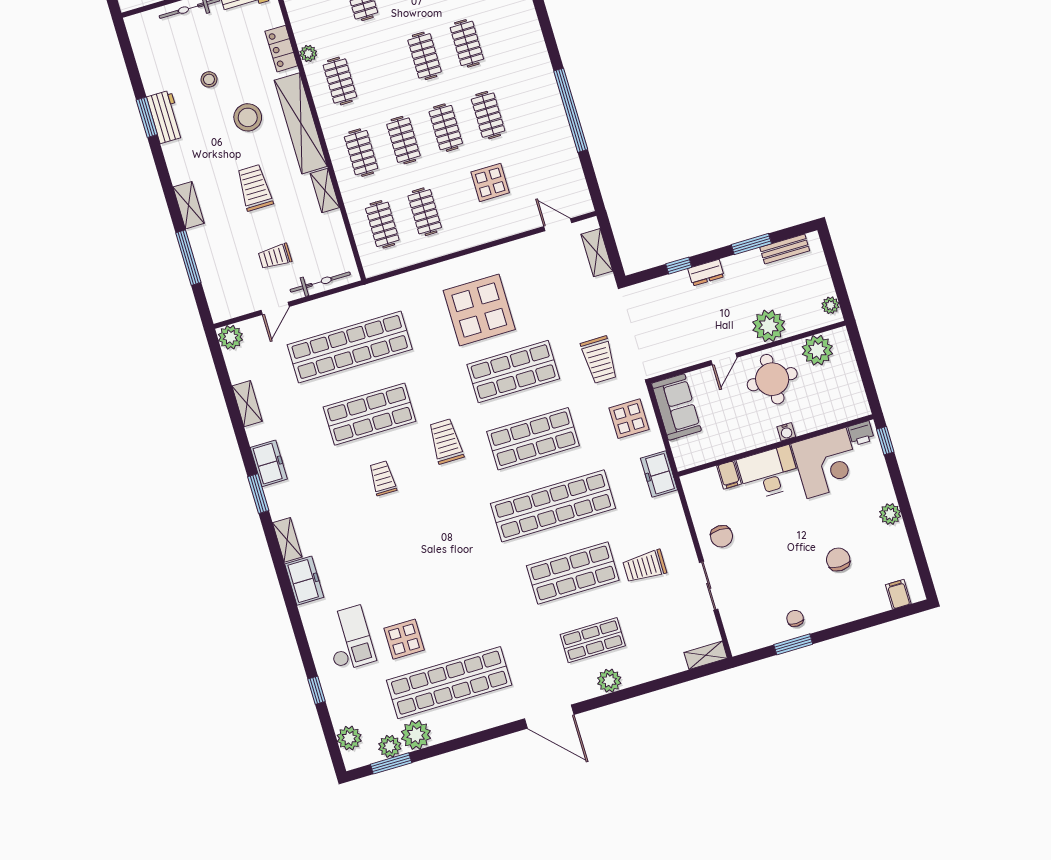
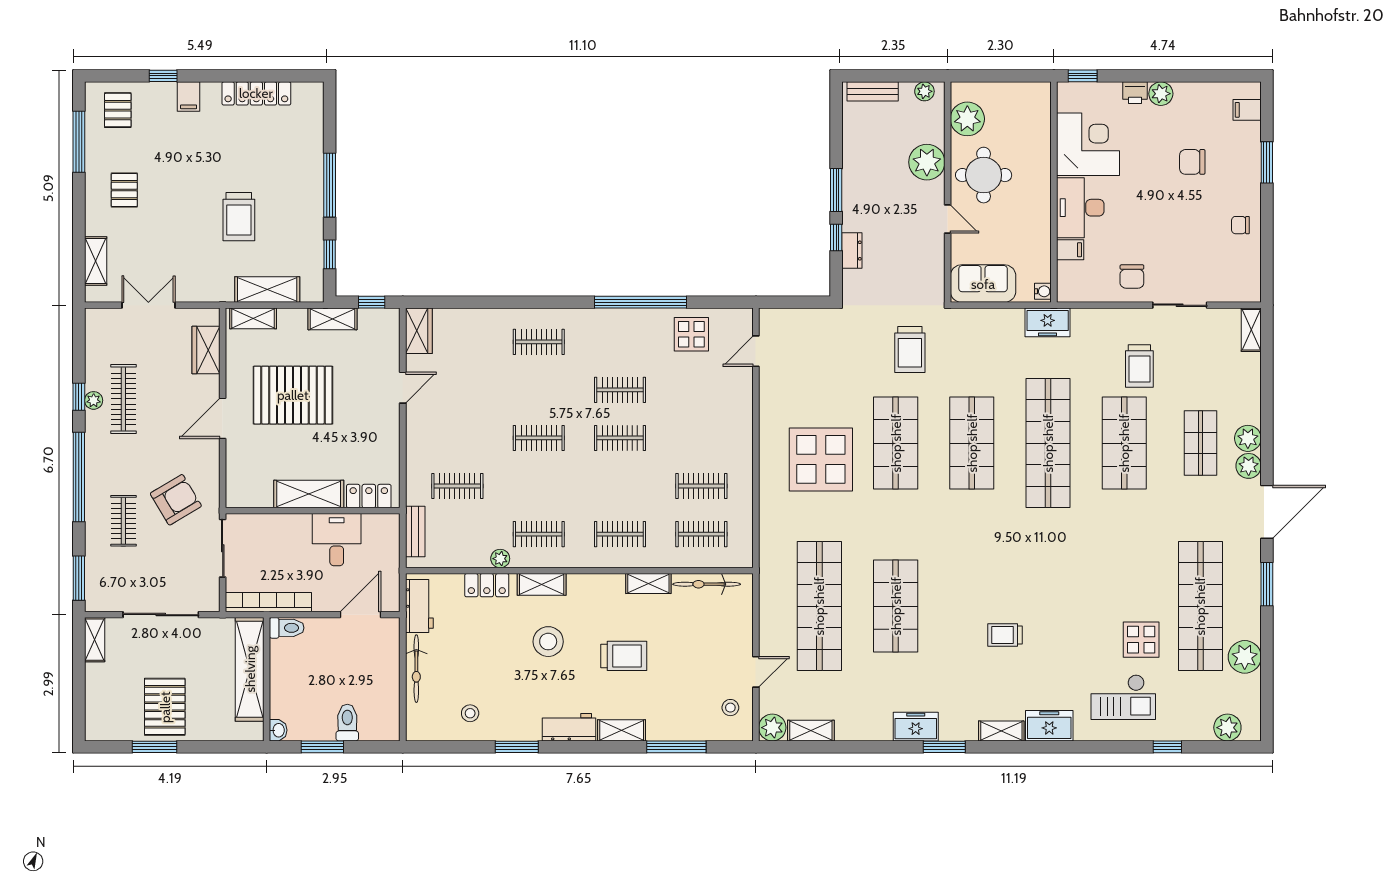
clothes rail: (467, 43) -> (539, 342), moved
stool: (209, 79) -> (470, 713), moved
workbench: (165, 117) -> (569, 727), moved
shelving: (301, 123) -> (542, 584), width x0.45, depth x0.75
clothes rail: (403, 140) -> (620, 486), removed
display table: (490, 182) -> (691, 334), moved
trolley: (255, 188) -> (624, 656), turned 180
window: (751, 244) -> (836, 190), moved
bench: (785, 249) -> (873, 91), moved, turned 90
shelving: (597, 253) -> (797, 319), removed
trolley: (275, 256) -> (702, 656), removed
dresser: (706, 273) -> (852, 251), moved
bicycle: (320, 282) -> (707, 584), moved, turned -90
stool: (237, 295) -> (730, 708), added
door: (275, 308) -> (756, 672), hinge flipped
trolley: (599, 360) -> (910, 350), turned 90
shelving: (247, 404) -> (811, 731), moved
display table: (629, 419) -> (981, 337), removed
water cooler: (786, 432) -> (1043, 291), moved
printer: (861, 433) -> (1135, 93), moved, turned 90
trolley: (446, 441) -> (948, 535), removed
trolley: (383, 478) -> (1005, 635), moved
chair: (722, 536) -> (1132, 276), turned 90
checkout: (349, 638) -> (1123, 697), turned 180
window: (793, 644) -> (1267, 162), moved
plant: (390, 746) -> (1249, 466), moved
window: (391, 763) -> (1267, 584), moved

